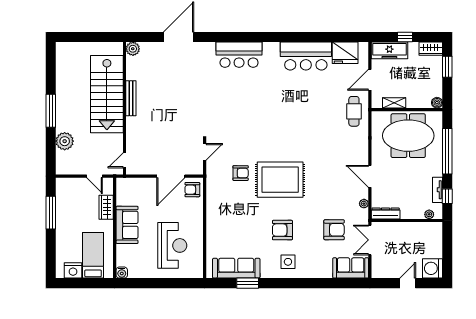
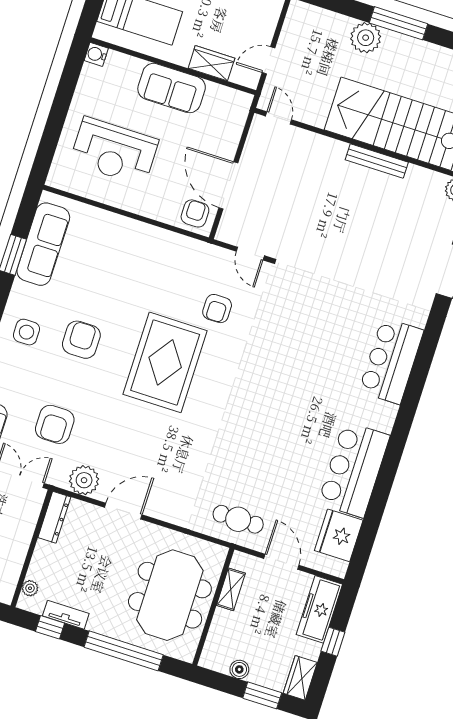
boiler: (437, 103) -> (239, 669), moved
plant: (65, 141) -> (366, 38), moved
armchair: (241, 173) -> (217, 309), moved
plant: (364, 204) -> (84, 480), width x1.88, depth x1.88

